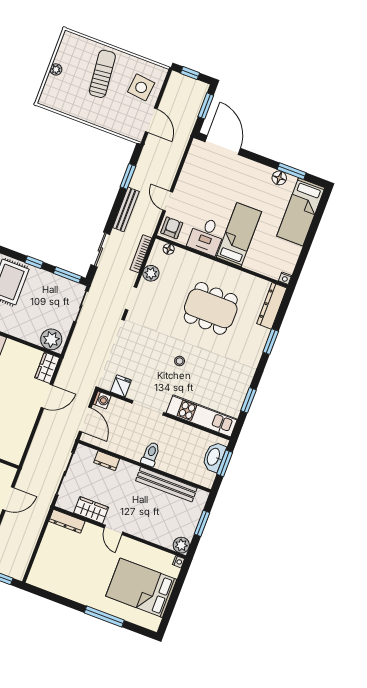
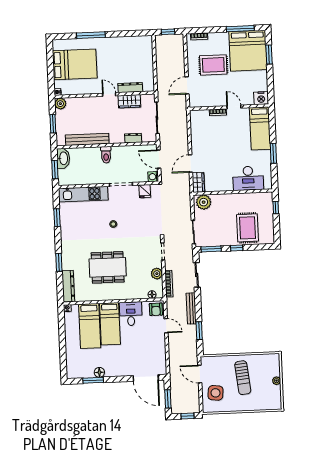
sun lounger: (102, 74) -> (243, 378), moved
bed: (301, 212) -> (90, 326), moved, turned 180
washbasin: (214, 457) -> (63, 158), moved
dresser: (67, 521) -> (130, 88), moved

